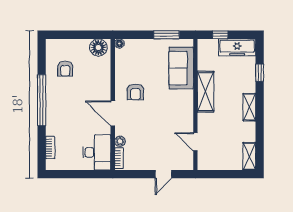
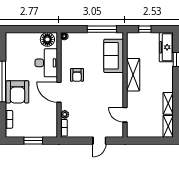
window: (166, 35) -> (102, 29), width x1.44
freezer: (237, 47) -> (166, 47), moved, turned 90
armchair: (65, 69) -> (17, 92), moved, width x1.88, depth x1.88
shelving: (249, 107) -> (168, 103), moved
desk: (97, 152) -> (46, 63), moved
window: (81, 174) -> (33, 141), added

